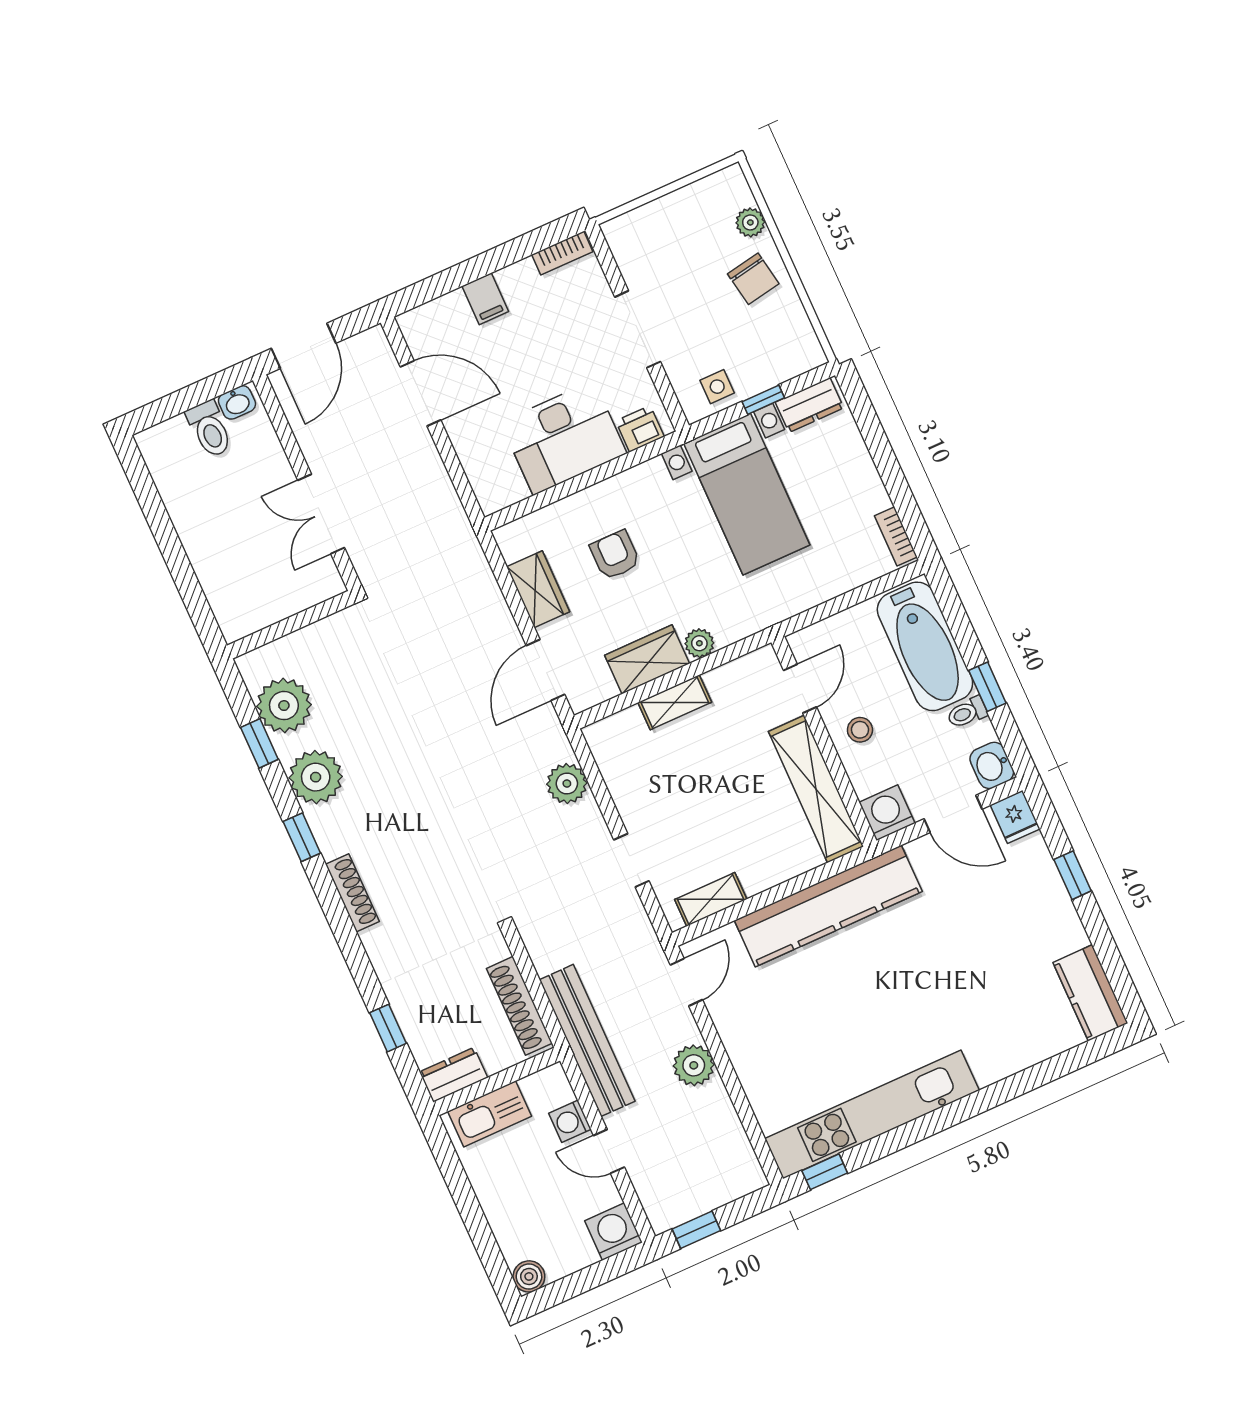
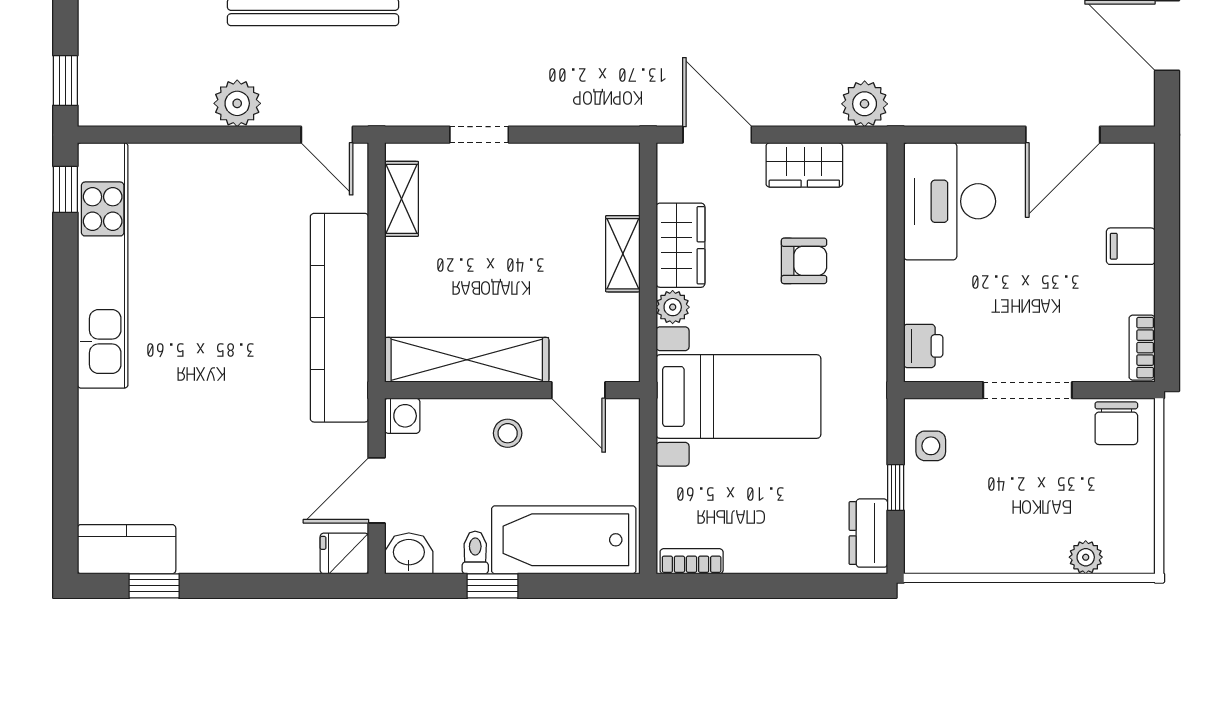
chair: (753, 279) -> (1116, 423), moved, turned -80
desk: (564, 438) -> (950, 201), moved
bed with nightstands: (747, 494) -> (738, 396), moved, turned 180
plant: (567, 784) -> (865, 104), moved
washing machine: (887, 813) -> (402, 416), width x0.73, depth x0.73
window: (1073, 875) -> (154, 586), moved
window: (696, 1230) -> (65, 81), moved

